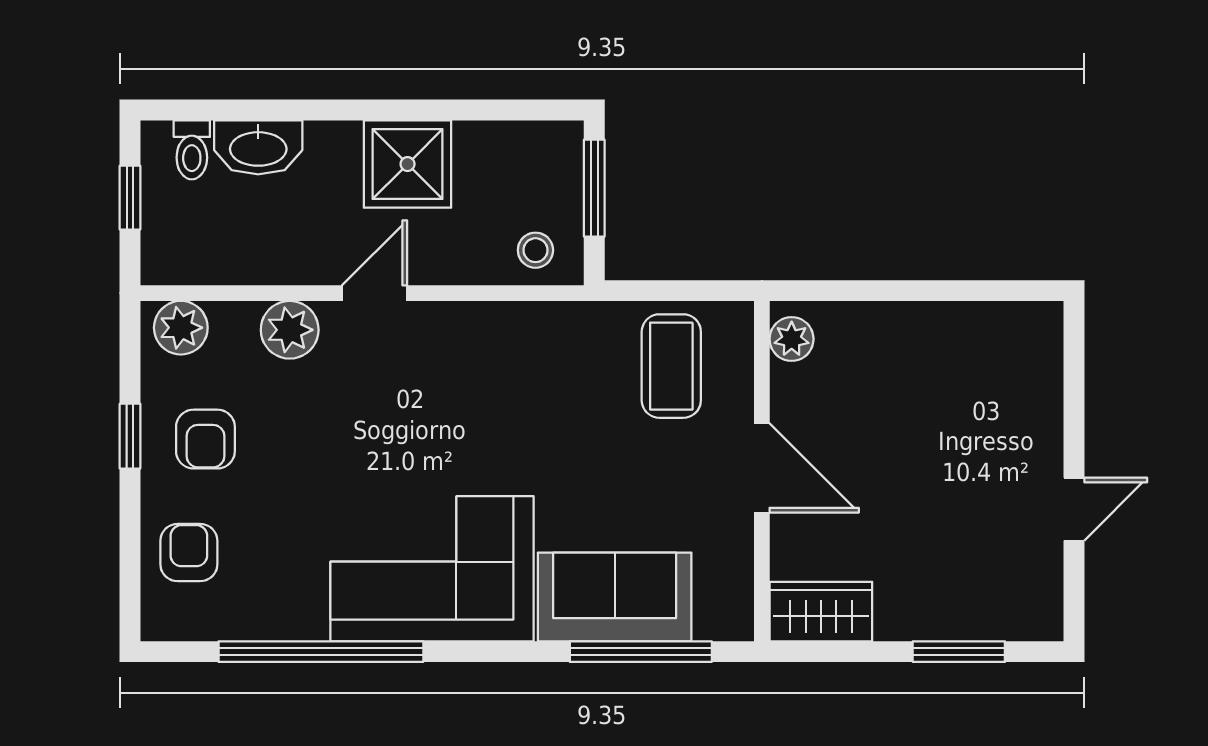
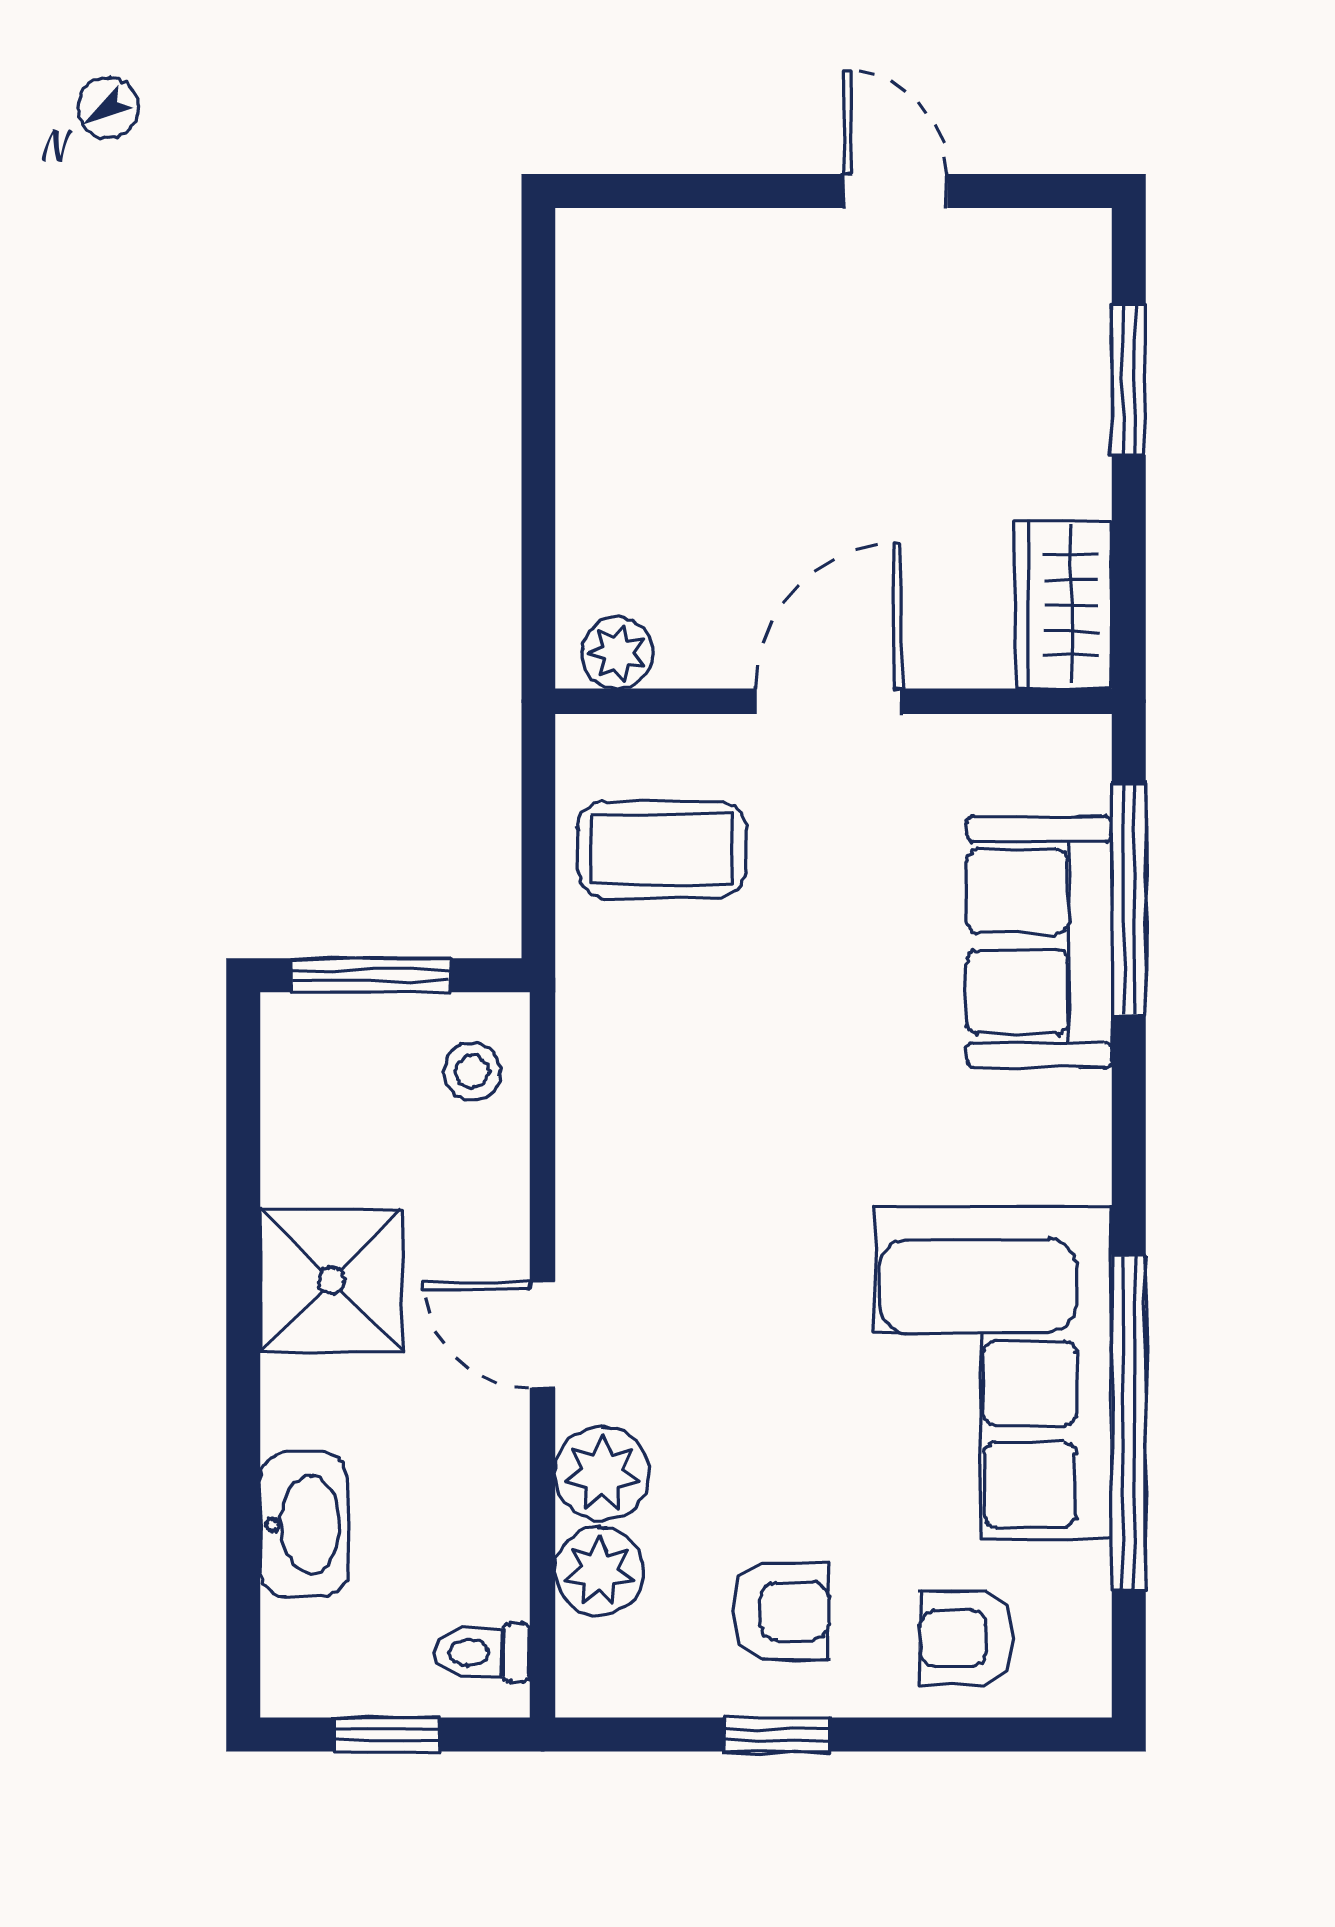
toilet: (192, 150) -> (482, 1652), moved, turned 180
plant: (181, 328) -> (599, 1571), moved
corner sofa: (432, 569) -> (993, 1372), moved

